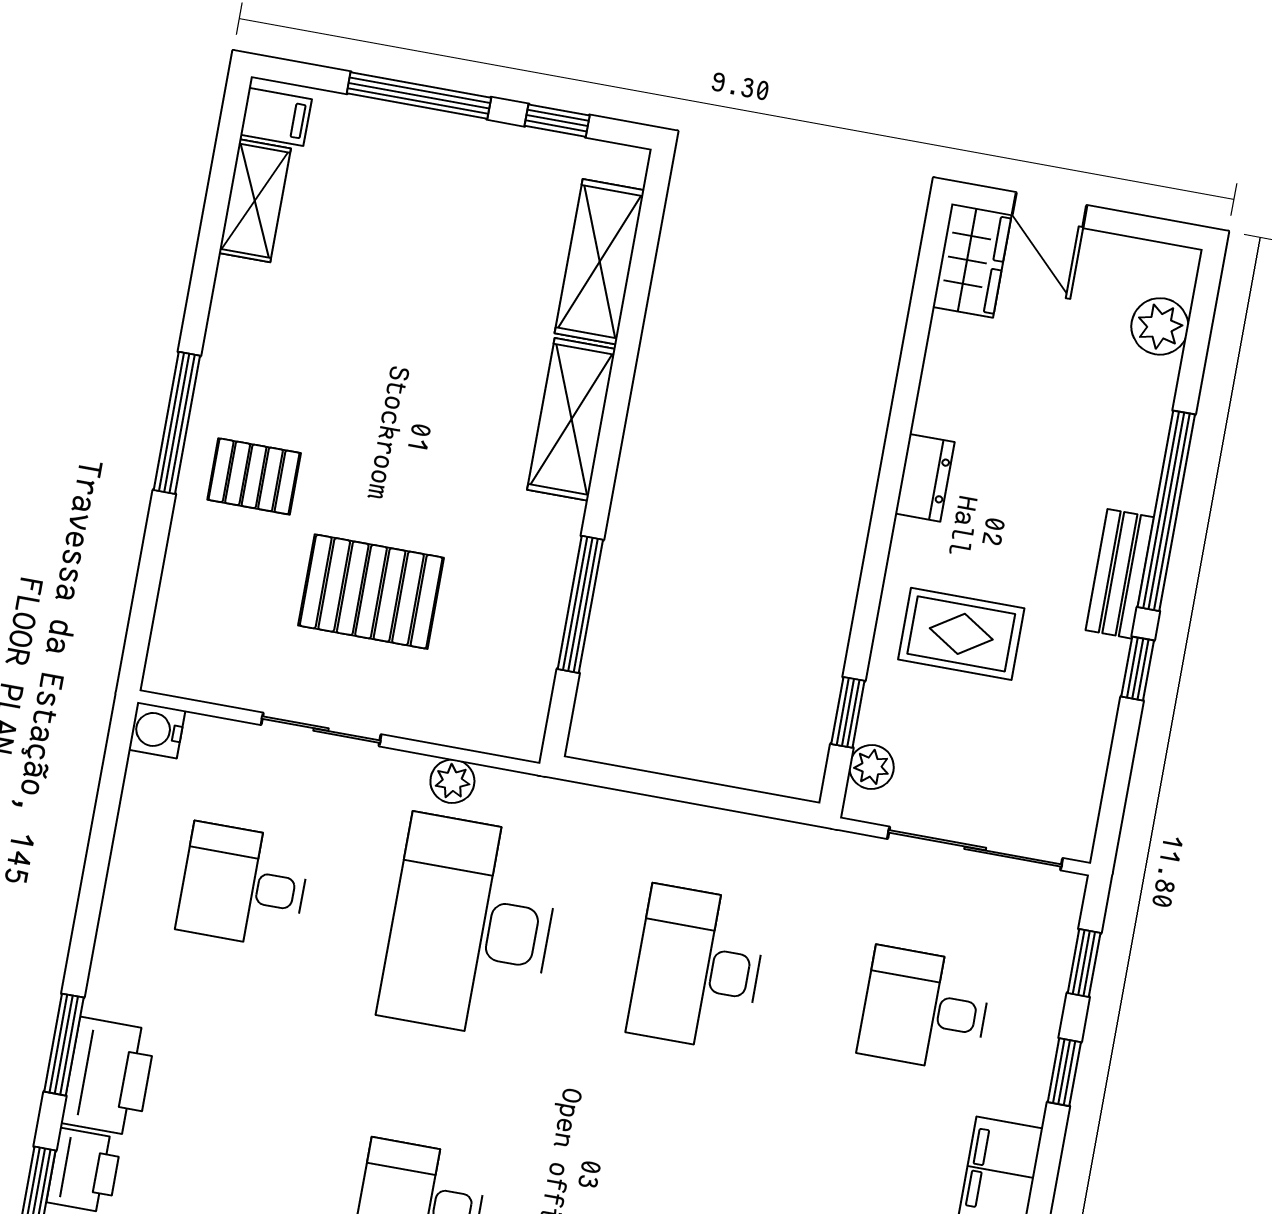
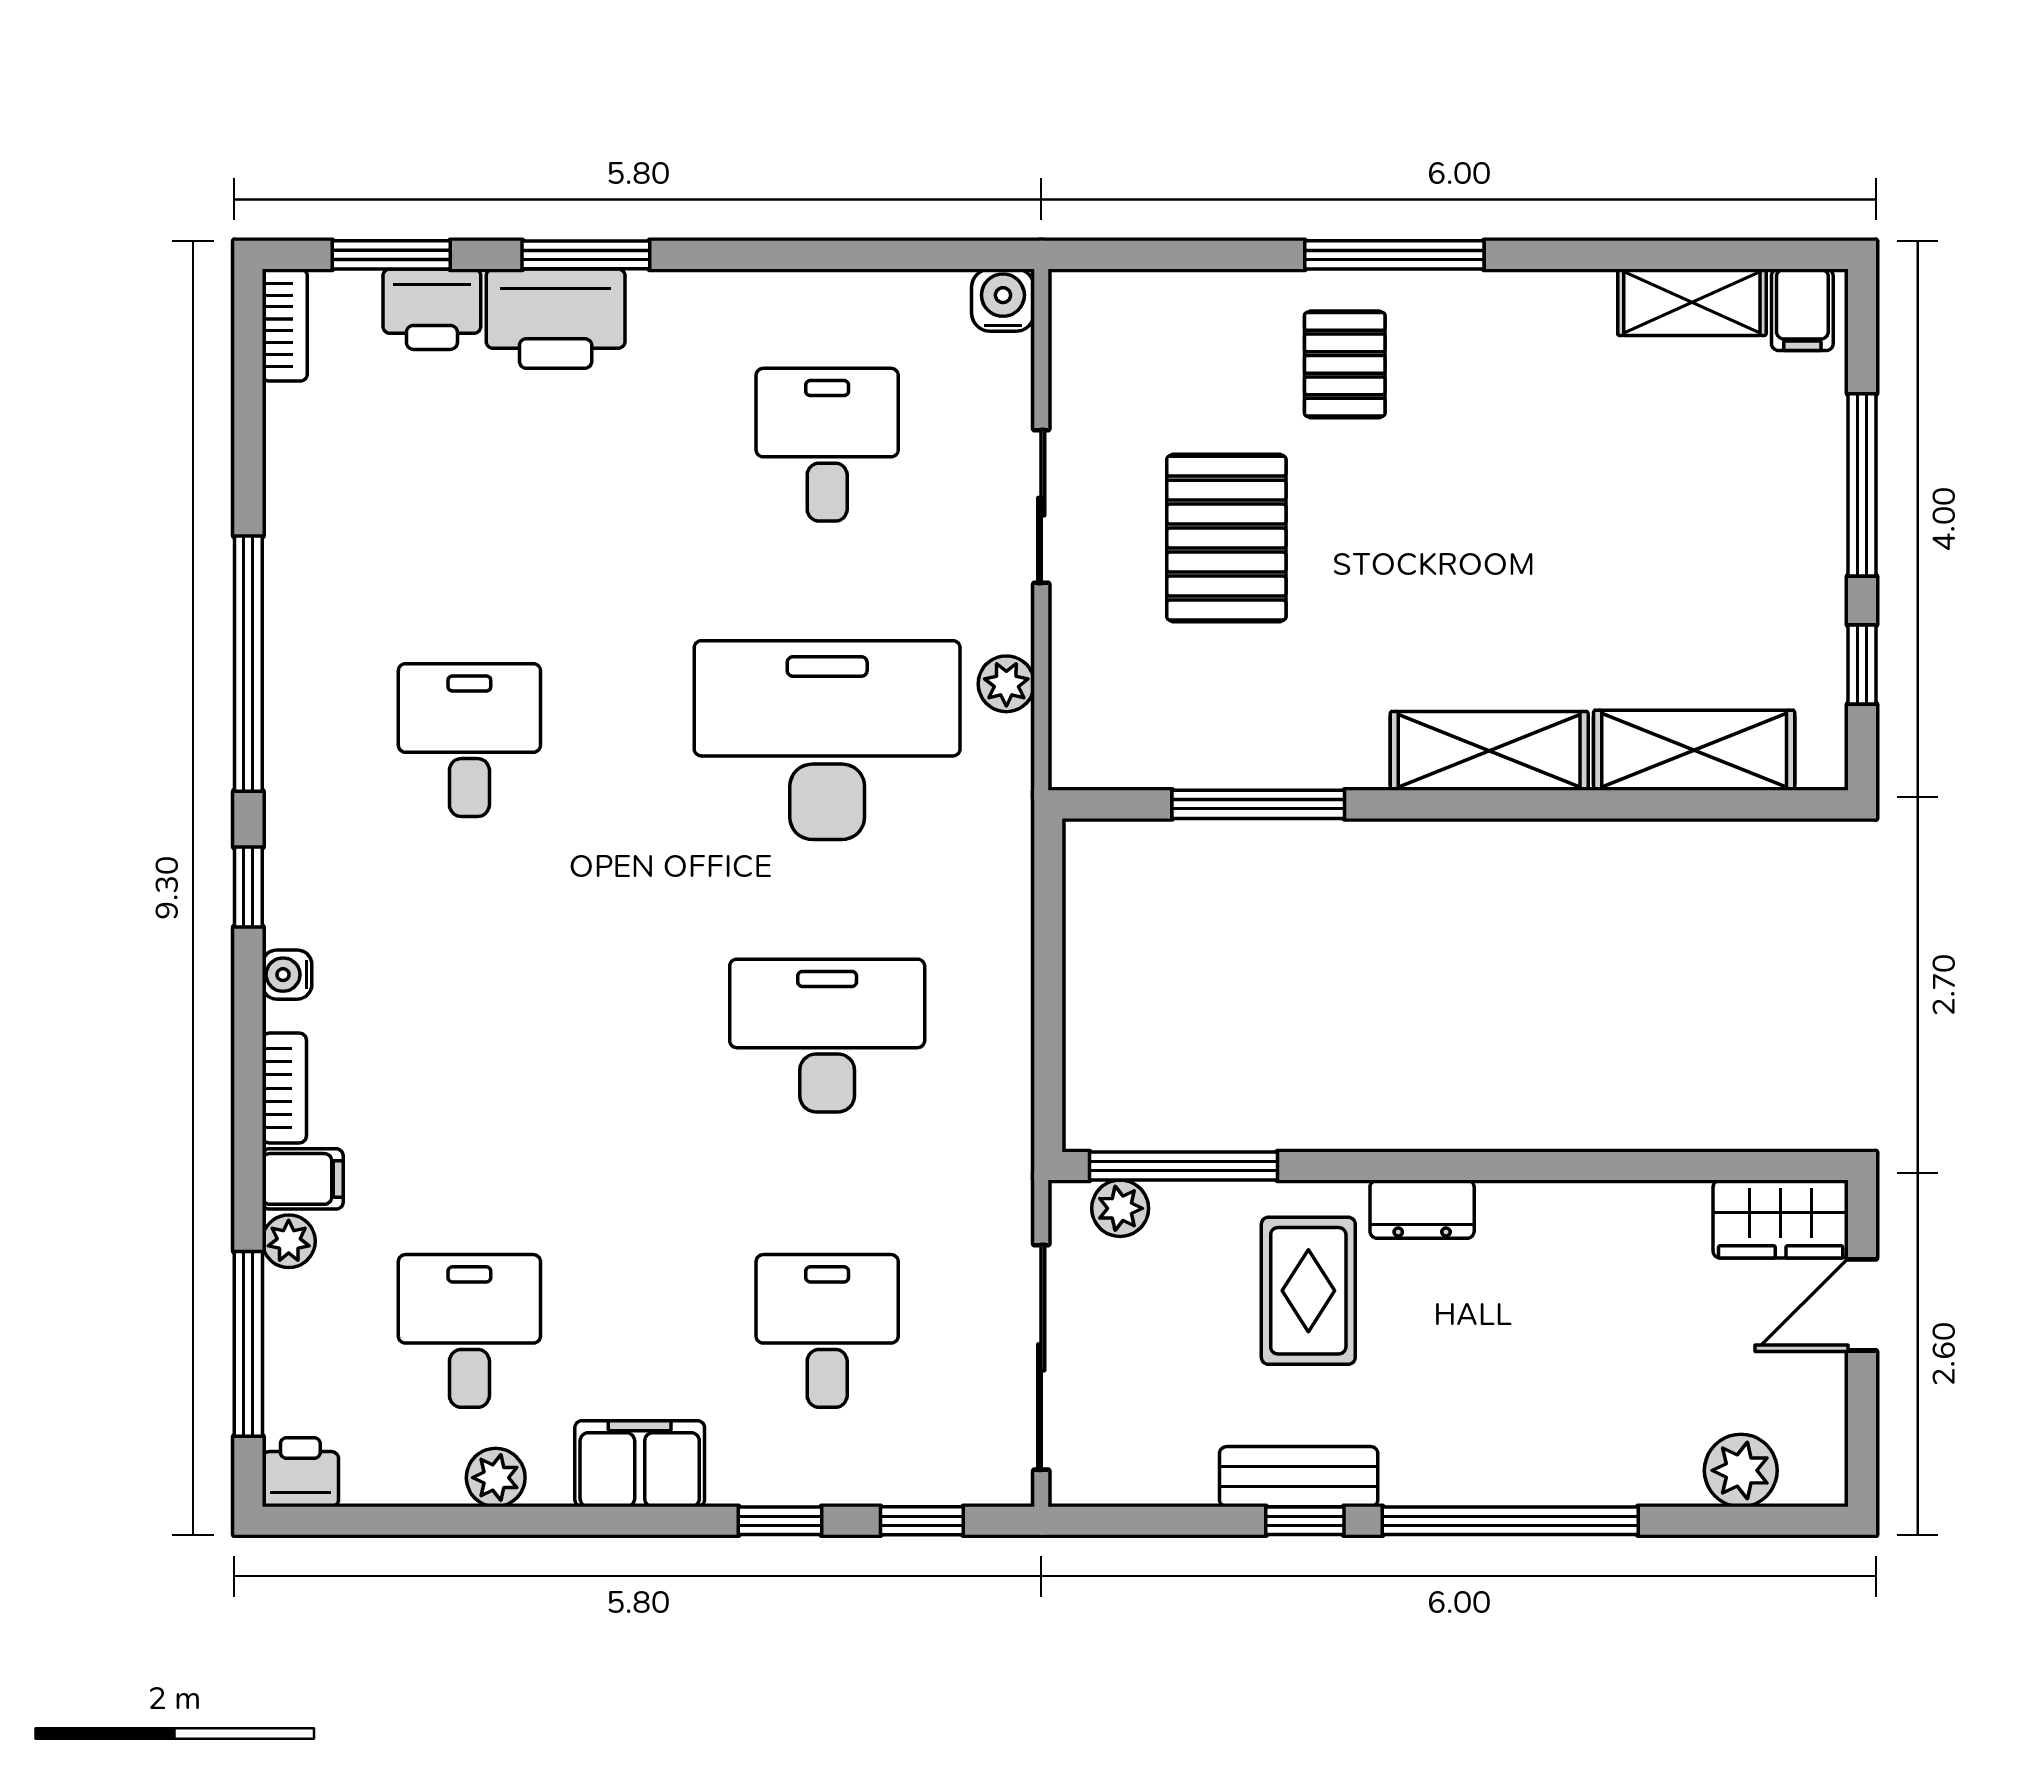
dresser: (925, 478) -> (1422, 1209), moved
bench: (1120, 574) -> (1299, 1477), moved
window: (848, 712) -> (1183, 1166), width x2.17

